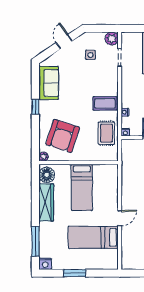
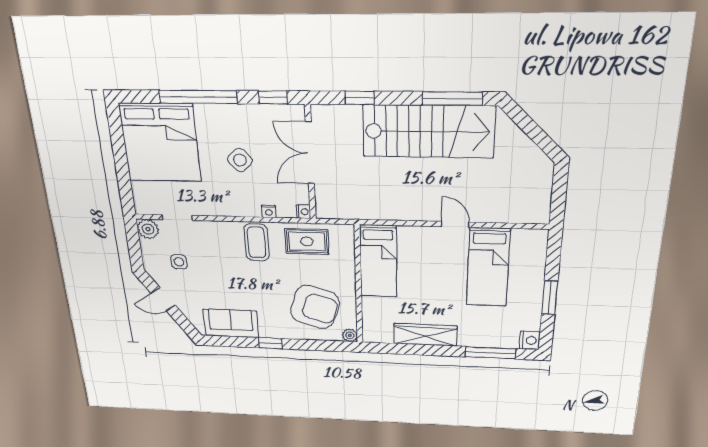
floor lamp: (47, 175) -> (380, 332), removed
bed: (82, 187) -> (378, 261), moved, turned 90

